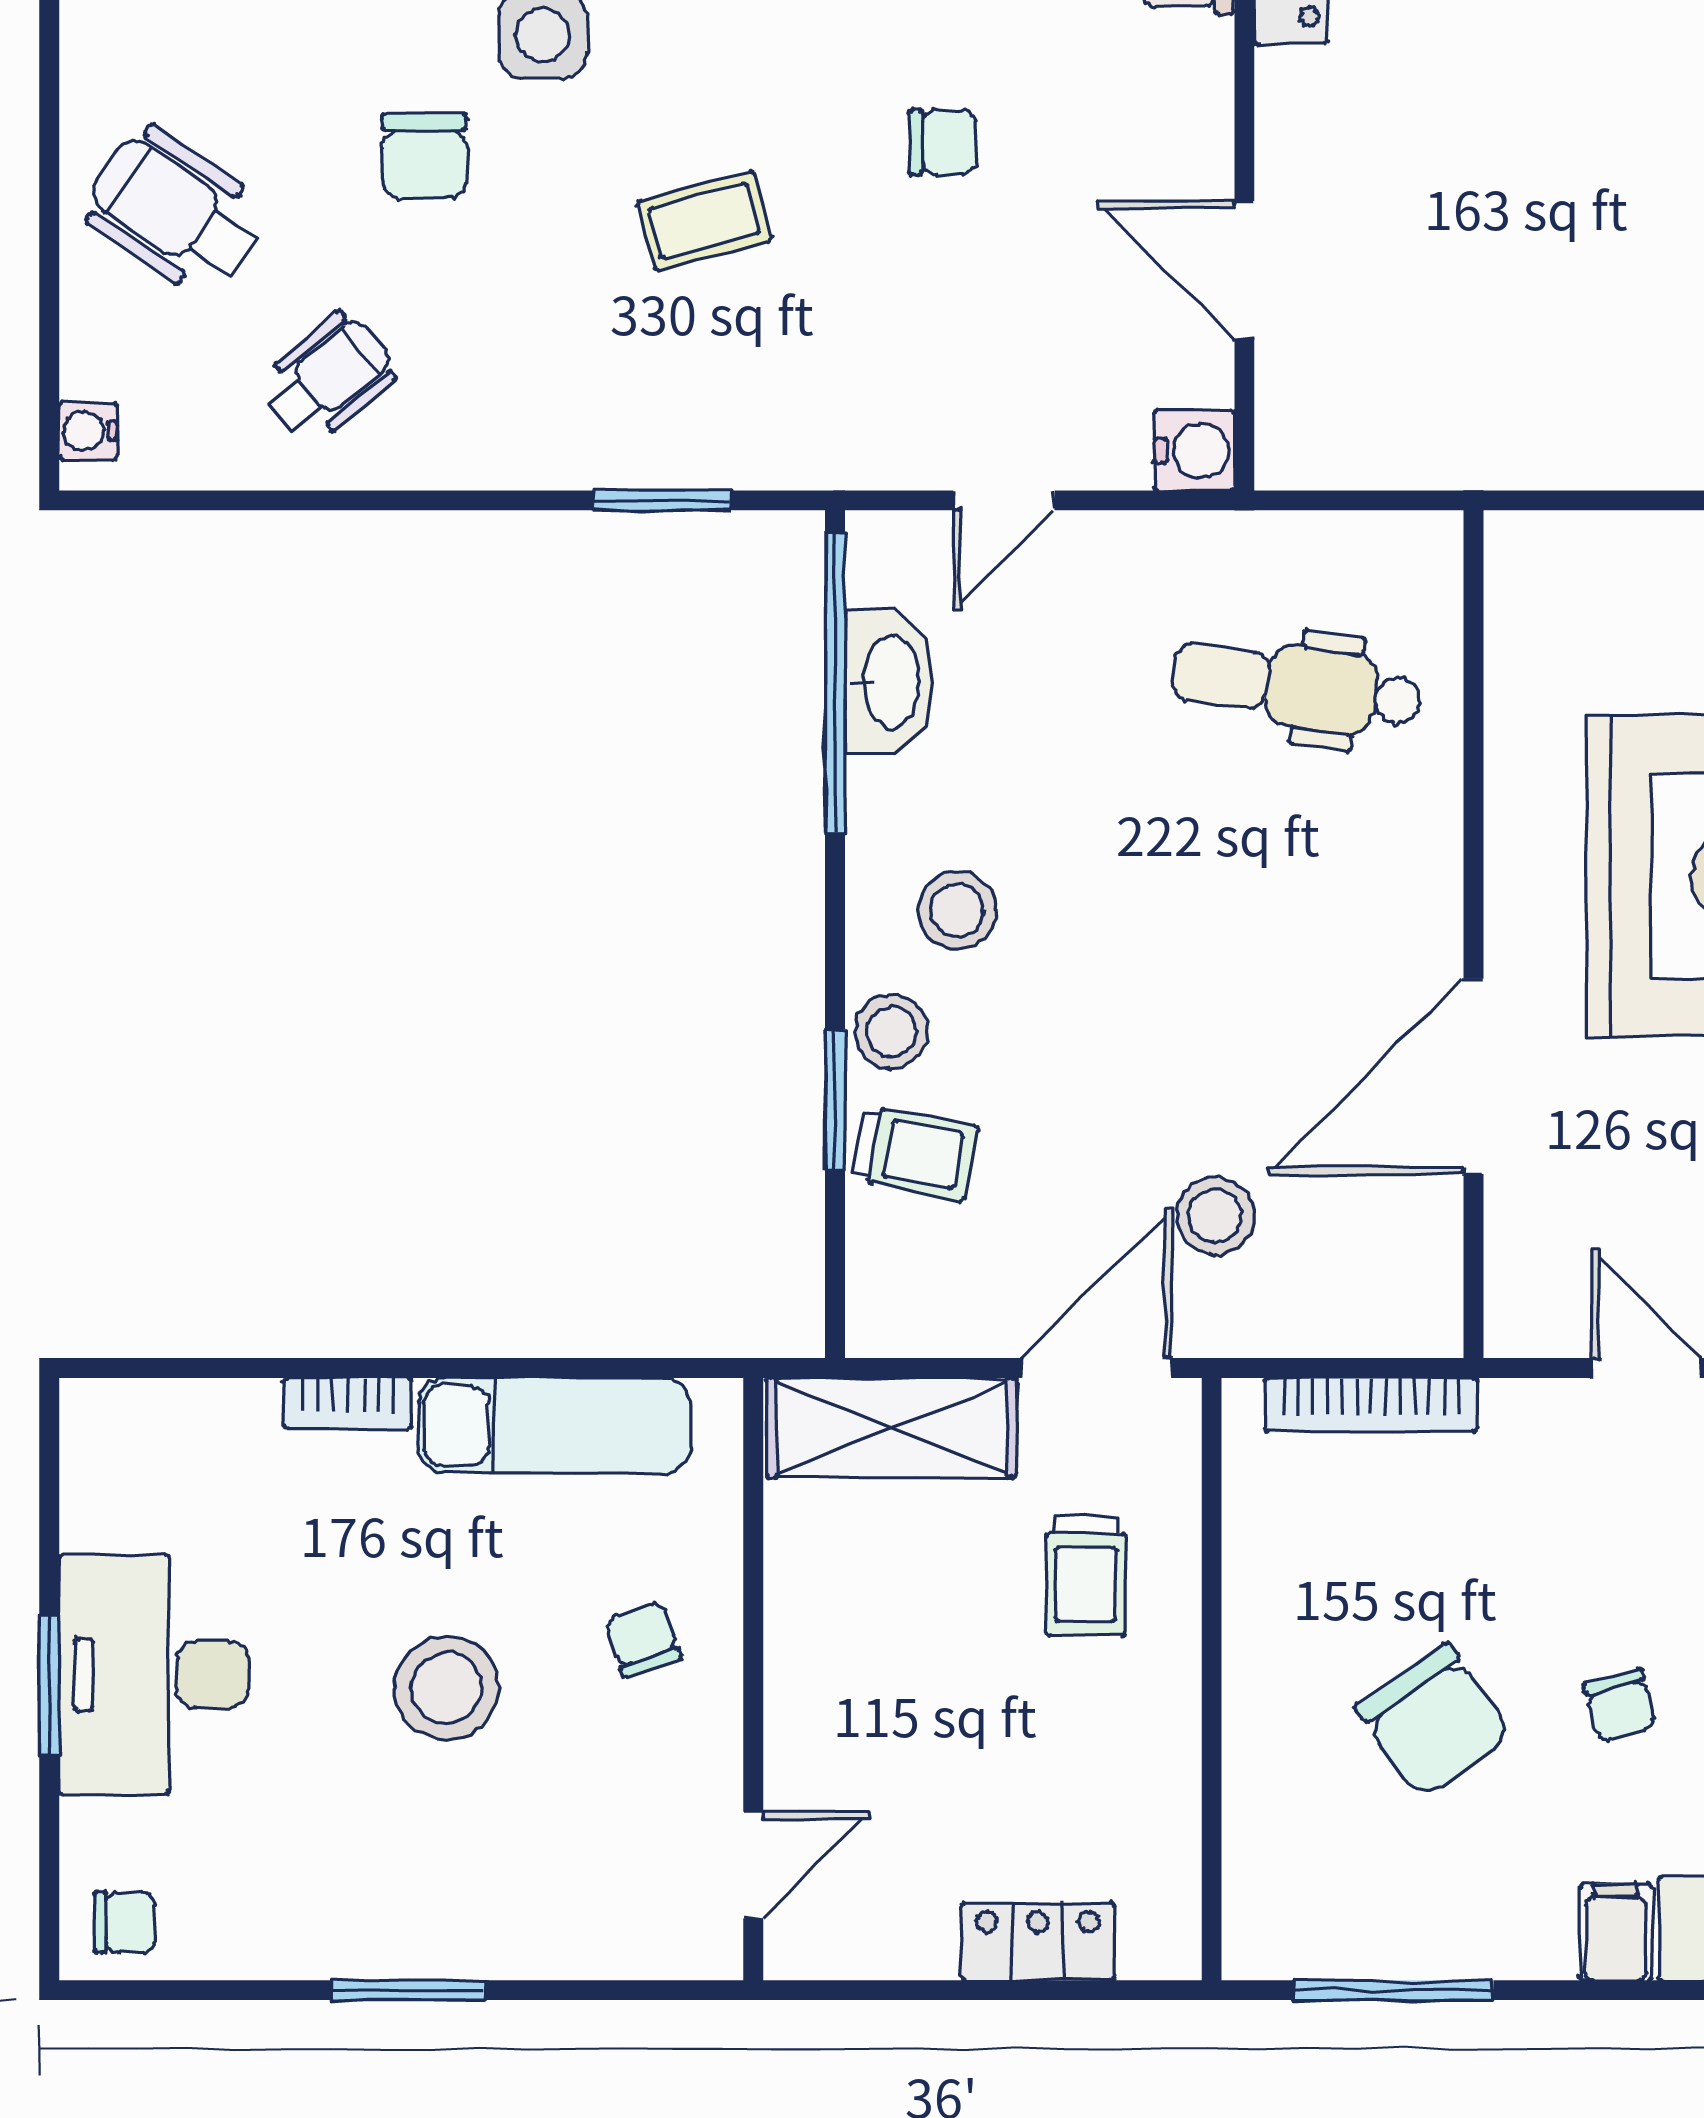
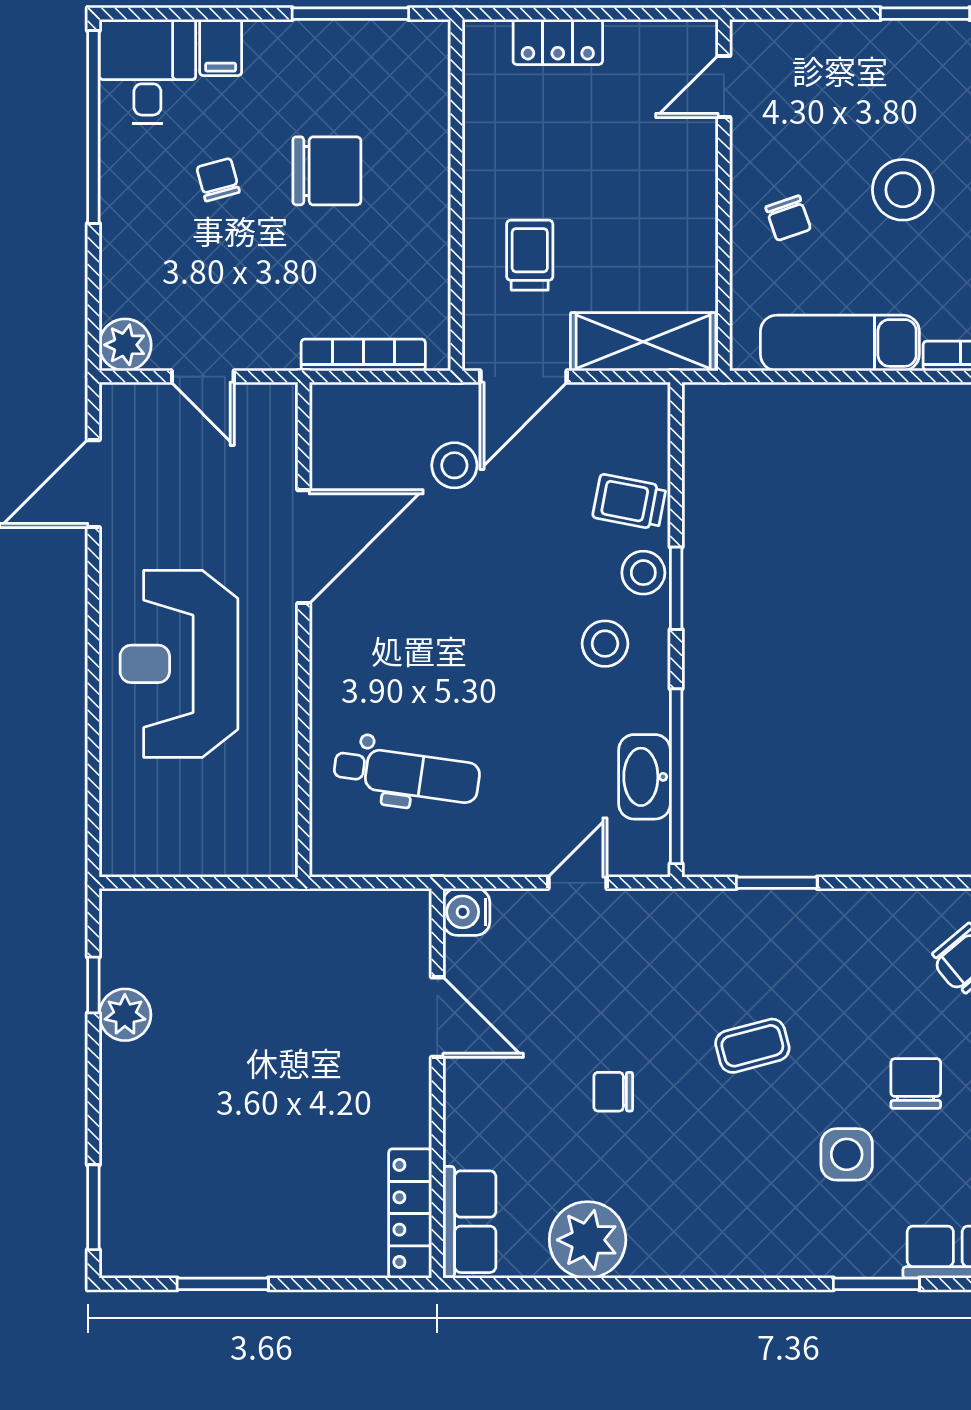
window: (835, 1100) -> (676, 588), moved
chair: (1433, 1721) -> (327, 171), turned 125

